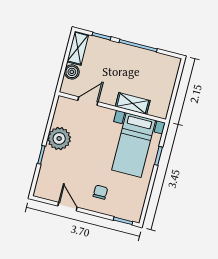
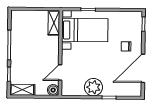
boiler: (72, 72) -> (53, 90), moved
door: (88, 101) -> (60, 73), hinge flipped
shelving: (133, 103) -> (54, 23), moved
door: (68, 207) -> (143, 68), width x1.87

